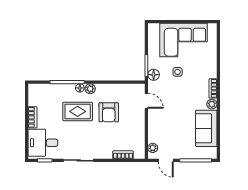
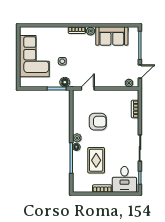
rug: (78, 111) -> (96, 160), moved

